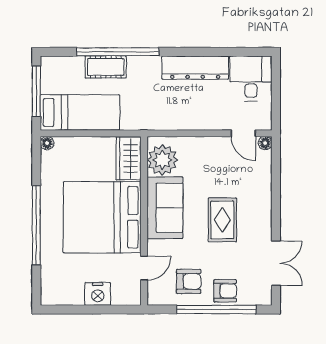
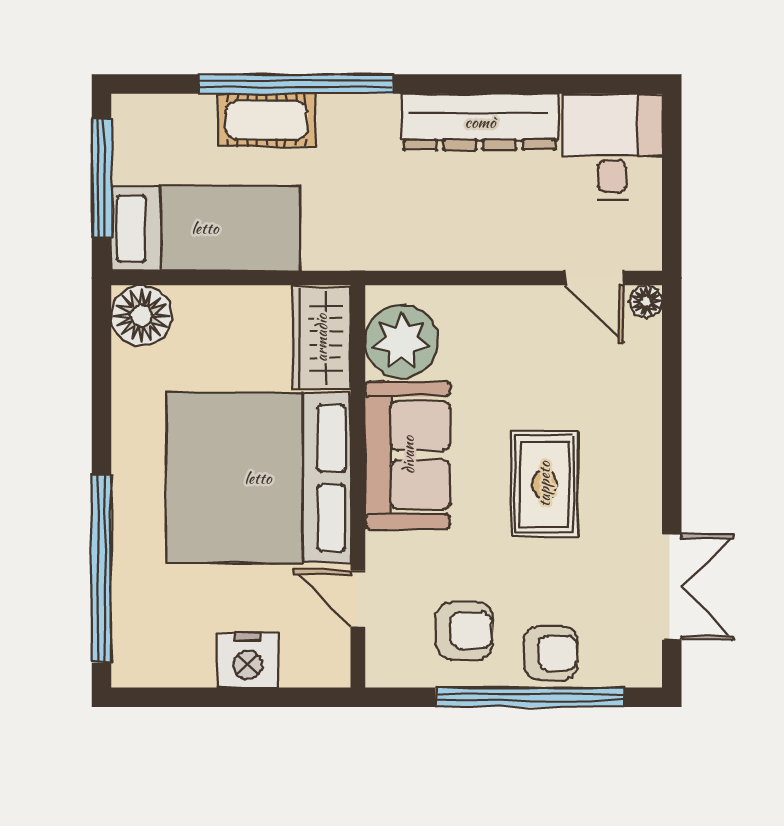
floor lamp: (47, 143) -> (141, 316), width x1.89, depth x1.89
window: (36, 225) -> (102, 569), moved
door: (144, 268) -> (358, 599), swing flipped

